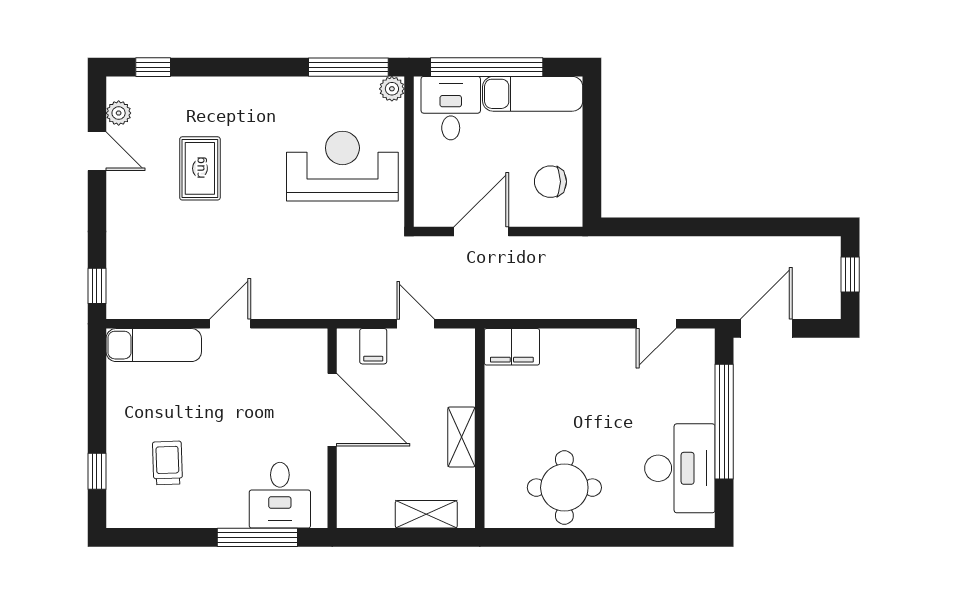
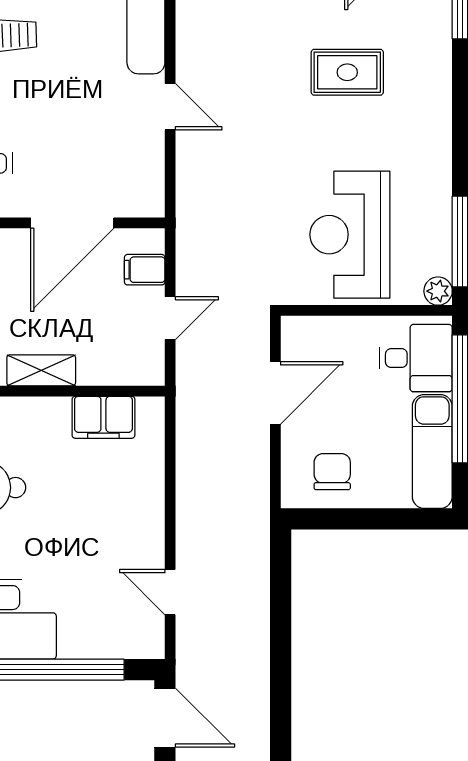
reception desk: (342, 166) -> (350, 235), turned 180
door: (481, 232) -> (275, 393), hinge flipped
filing cabinet: (512, 347) -> (103, 417), moved, turned -90

